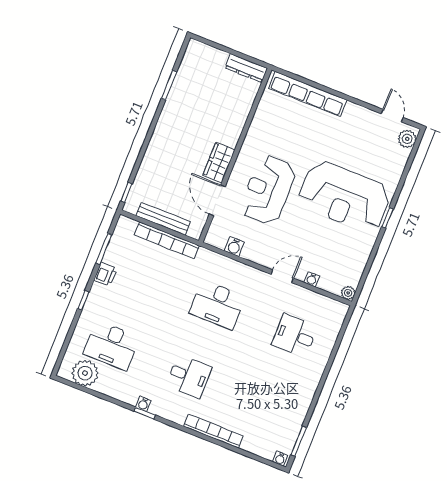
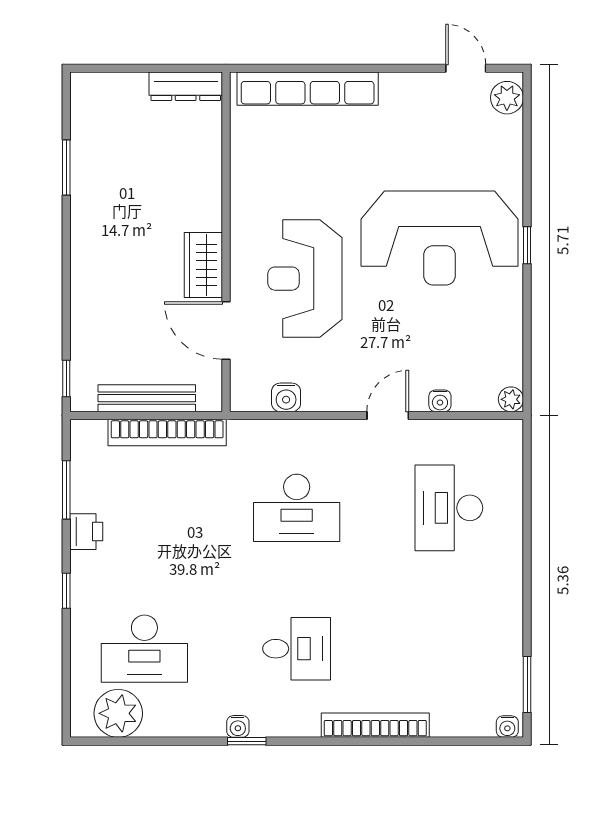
desk: (295, 336) -> (449, 508), width x1.37

